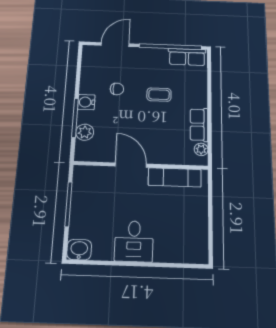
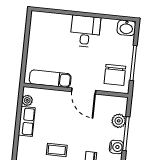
chair: (92, 188) -> (115, 75), added

